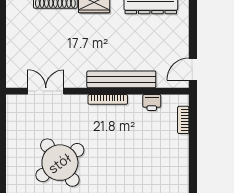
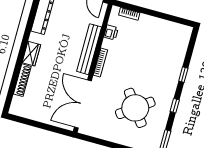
double door: (46, 91) -> (83, 104), width x1.87

